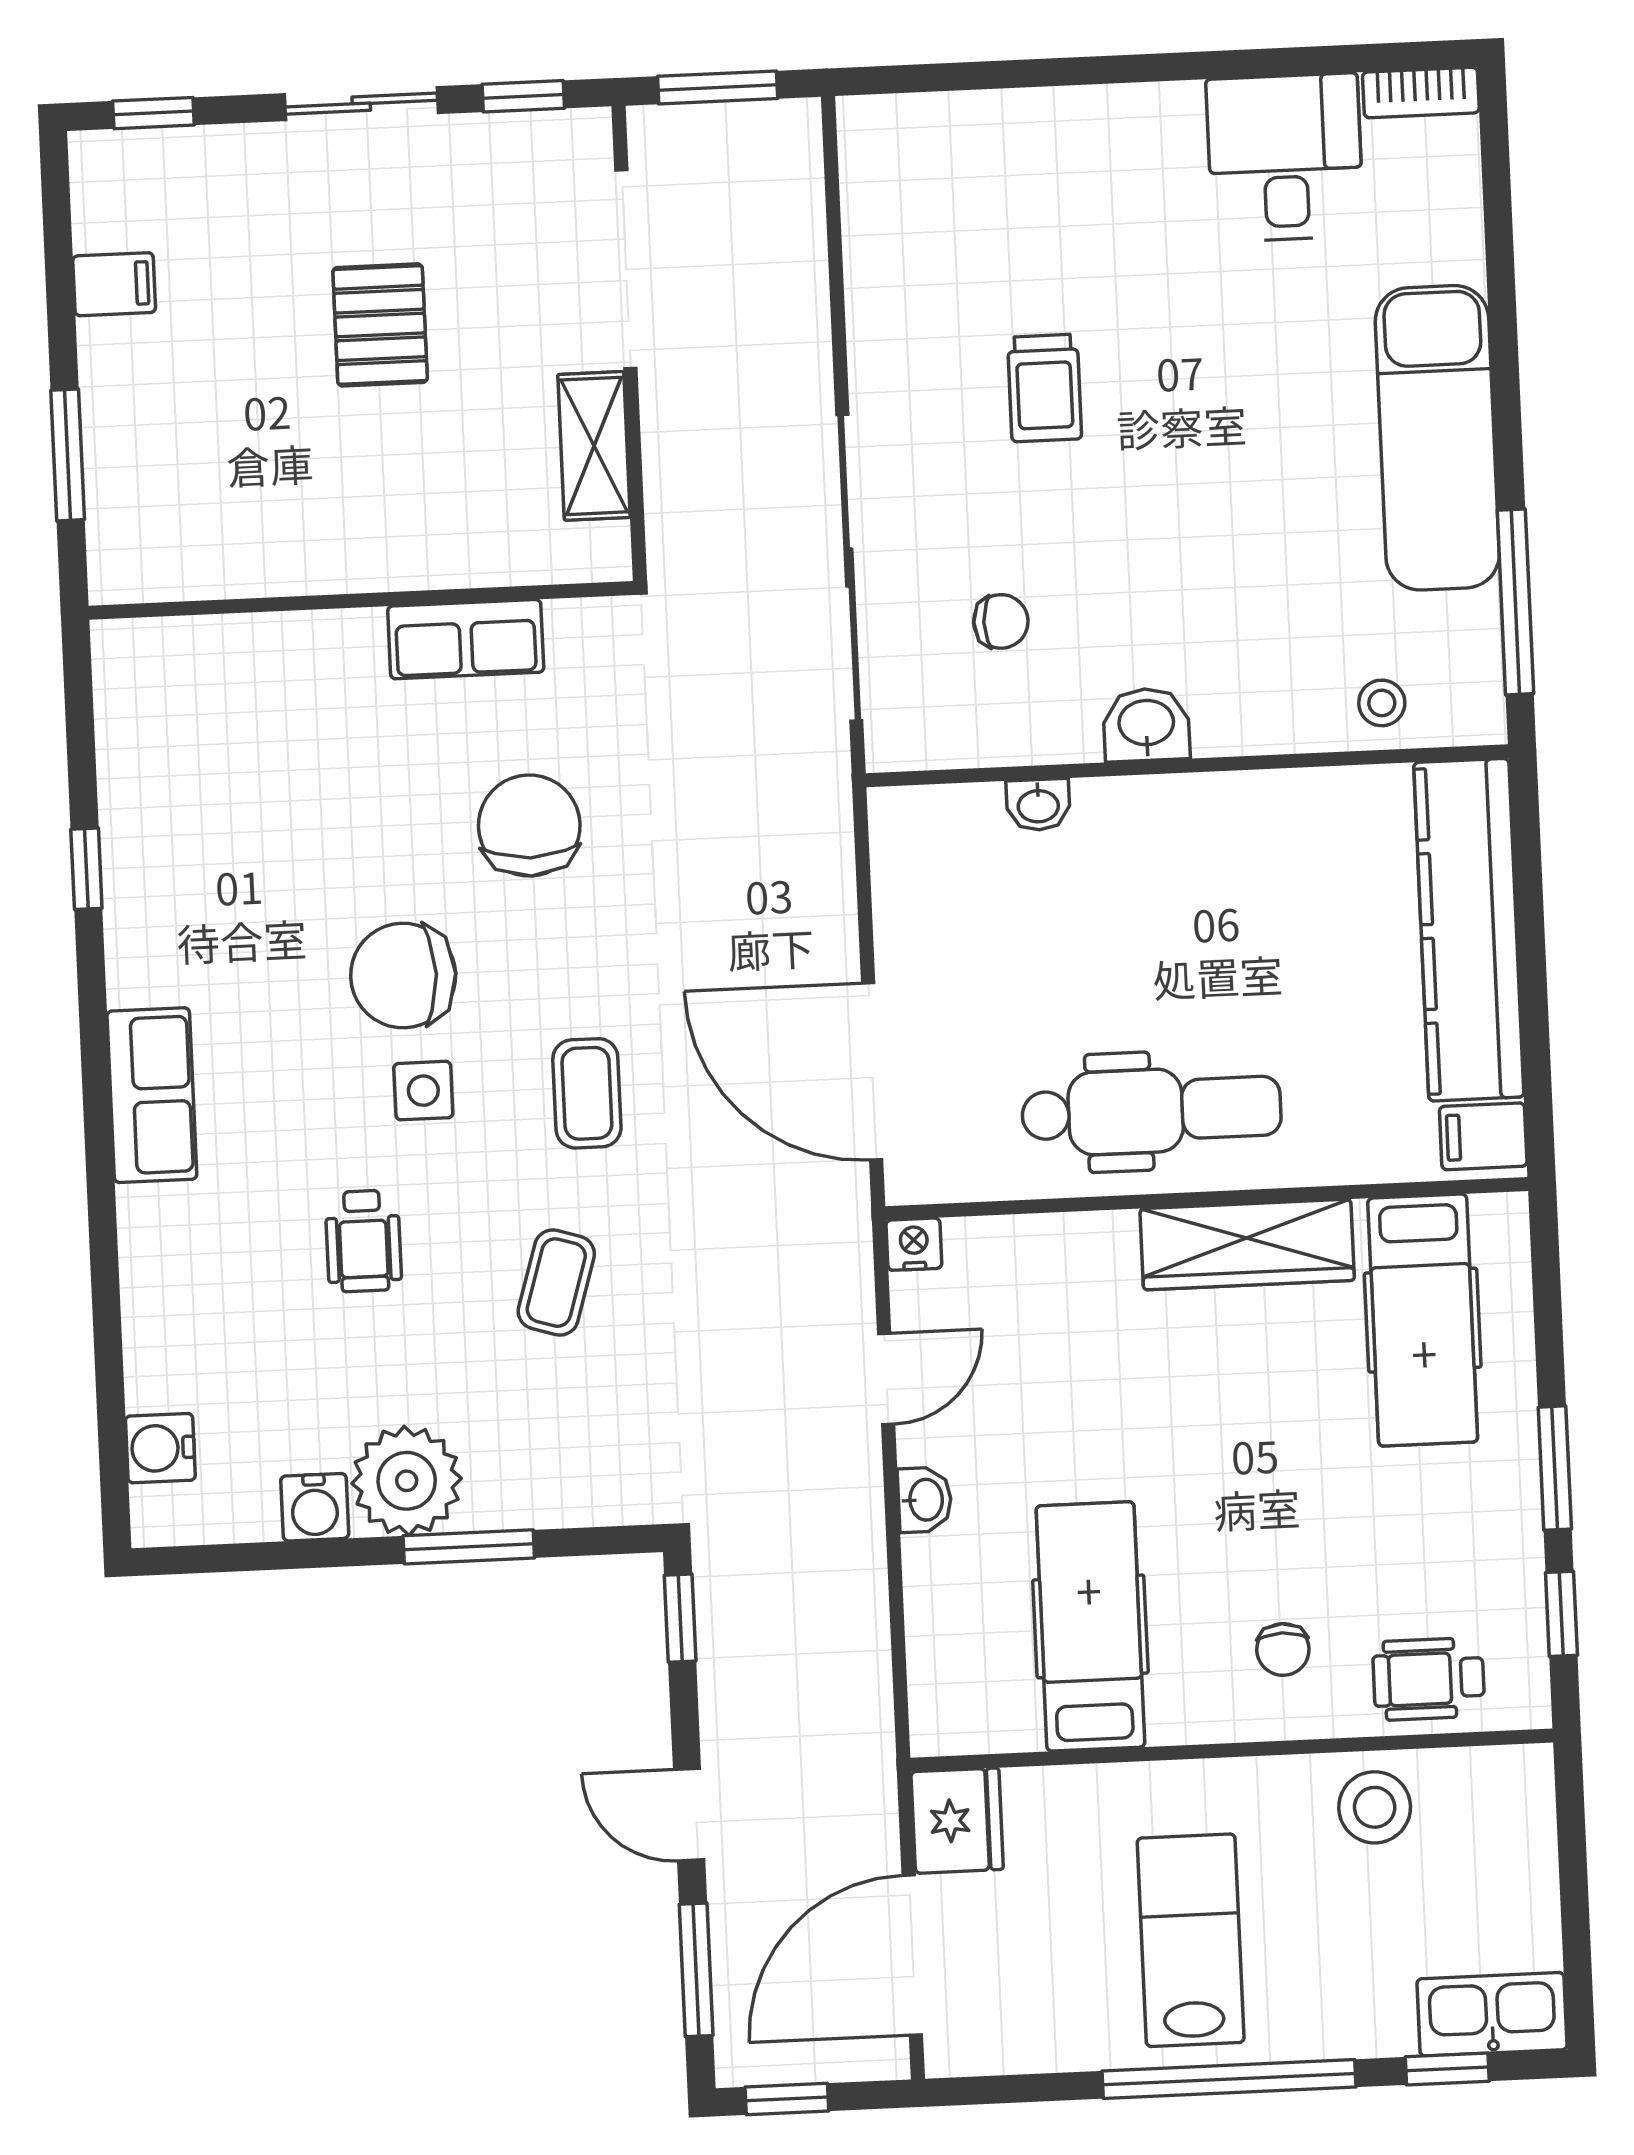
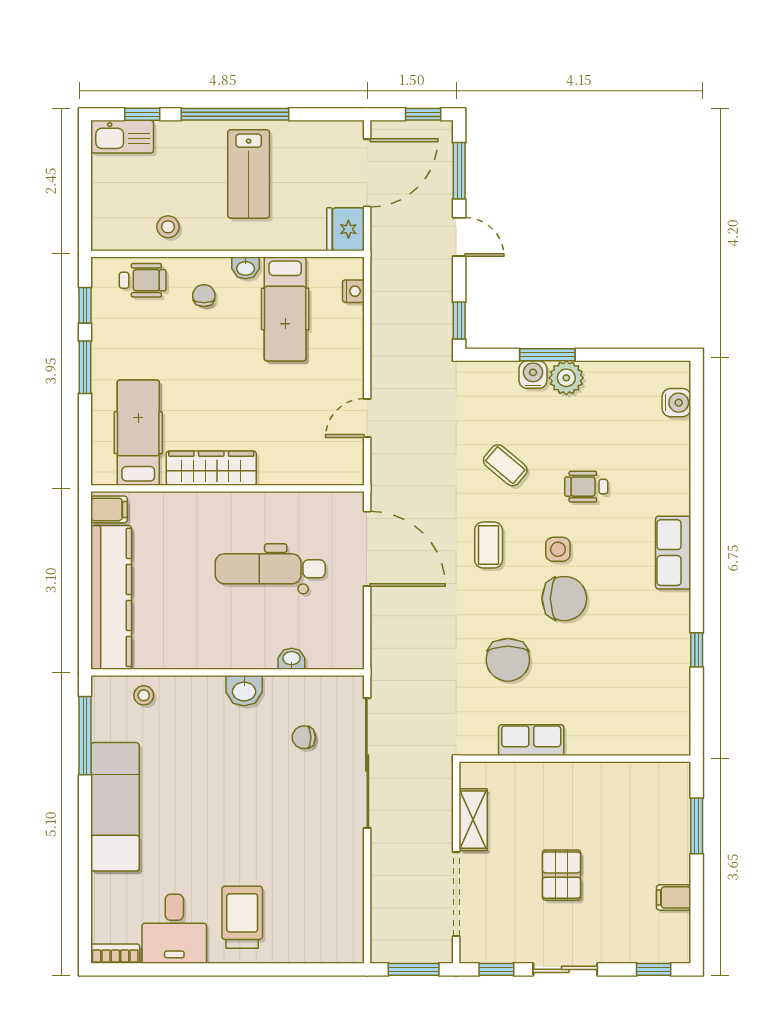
trolley: (1045, 388) -> (242, 917), moved, width x1.36, depth x1.39
dental chair: (1151, 1111) -> (270, 569), moved
wheelchair: (363, 1241) -> (586, 487), turned -90
nightstand: (914, 1244) -> (353, 291), moved, turned -90
coffee table: (556, 1283) -> (505, 465), turned -67
plant: (407, 1481) -> (566, 378), width x0.73, depth x0.73
washbasin: (925, 1500) -> (246, 268), moved, turned -90
water cooler: (315, 1507) -> (533, 375), moved
stool: (1375, 1807) -> (168, 227), width x0.73, depth x0.73

